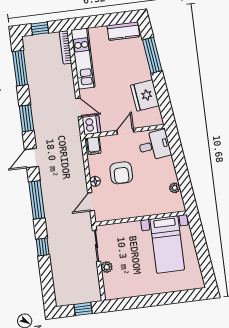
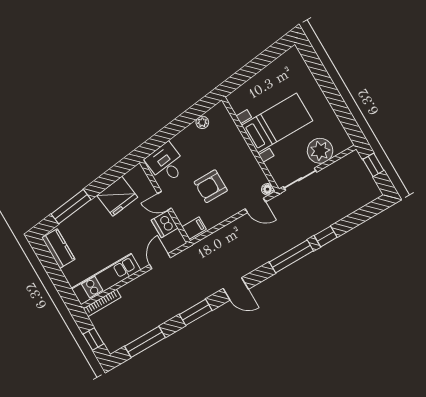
dishwasher: (91, 125) -> (165, 224), moved, turned -90
armchair: (121, 173) -> (211, 186), turned 180
floor lamp: (95, 181) -> (267, 189), moved
window: (37, 200) -> (291, 256), moved
bed with nightstands: (167, 244) -> (277, 123), moved
plant: (107, 267) -> (320, 151), width x1.88, depth x1.88

